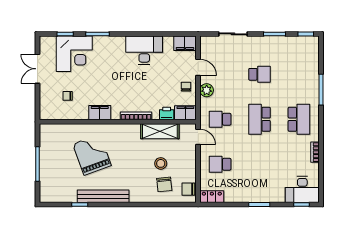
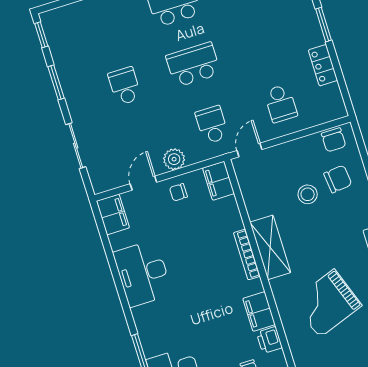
printer: (167, 113) -> (269, 340), moved
school desk: (220, 119) -> (212, 125), turned 180
school desk: (260, 119) -> (193, 65), turned 180
shelving: (160, 131) -> (270, 247), moved
locker: (212, 197) -> (323, 65), moved

